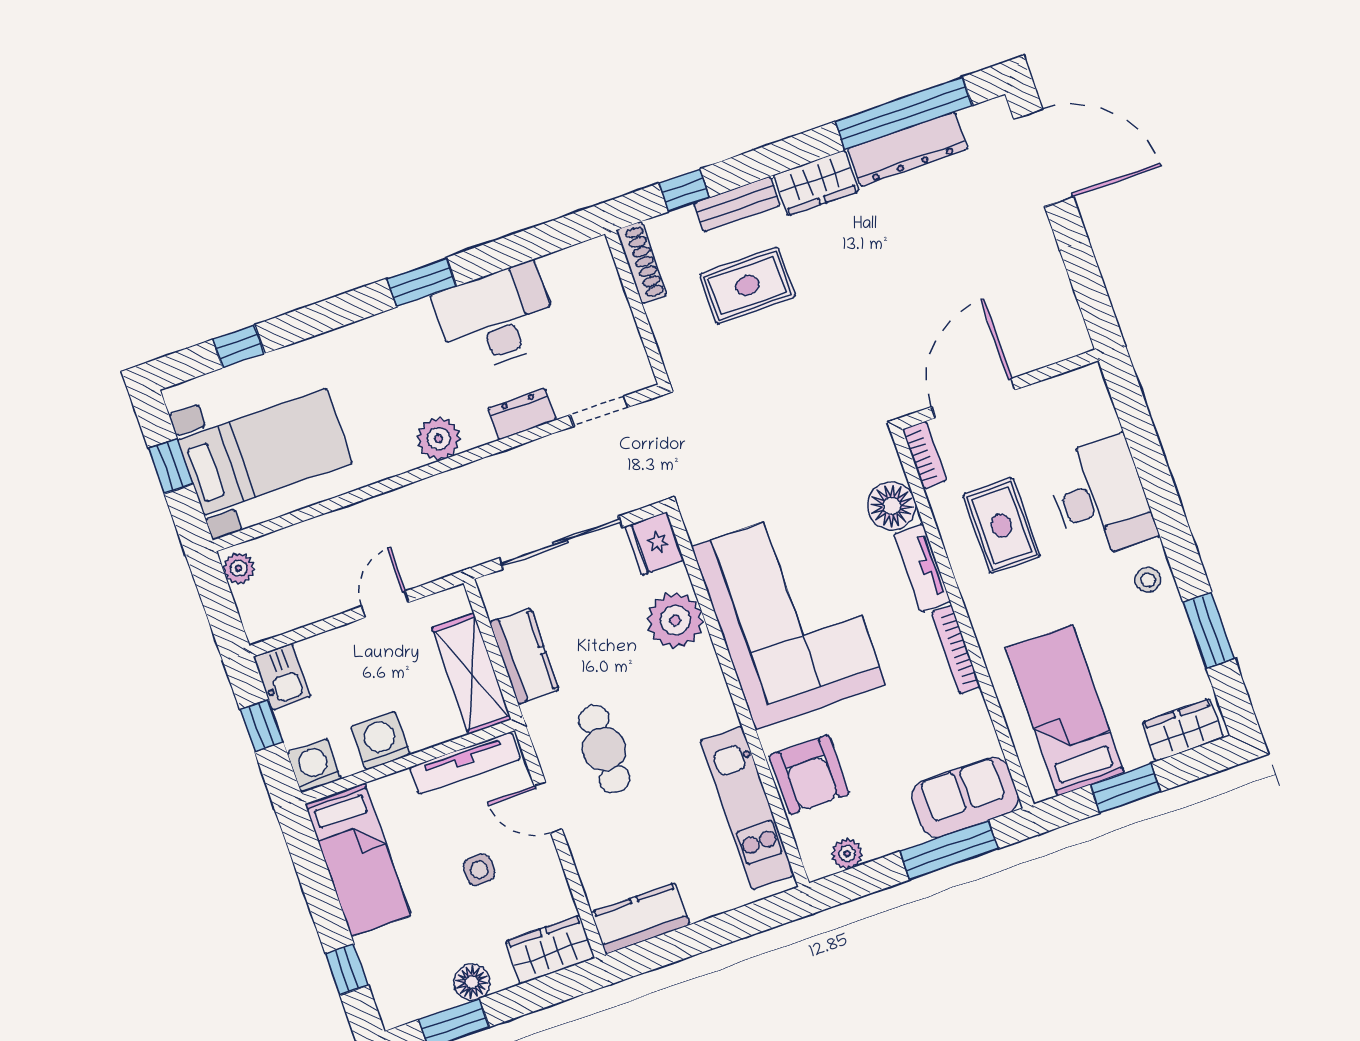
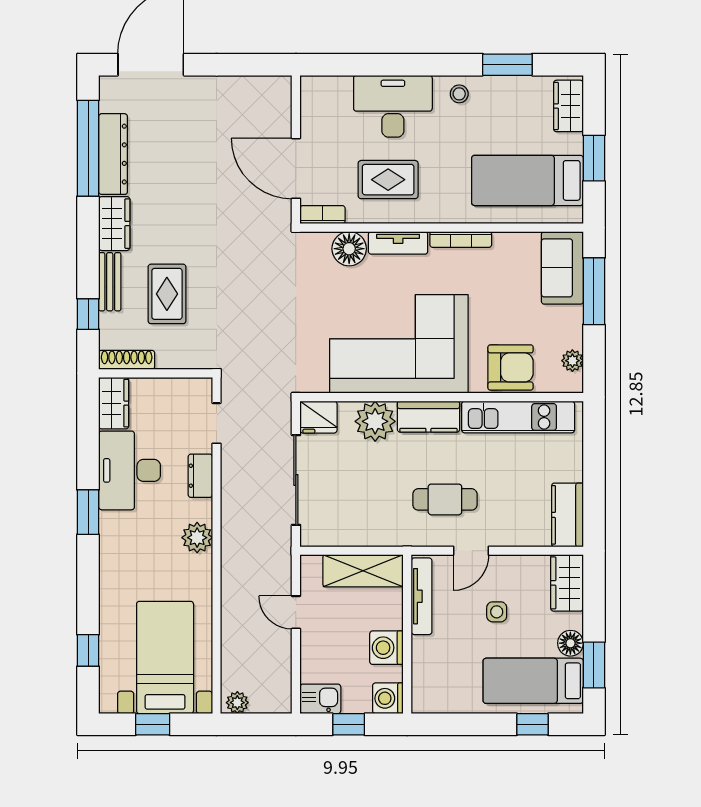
wardrobe: (578, 266) -> (114, 403), added
kitchen counter: (524, 656) -> (428, 417), moved, turned 180
bed: (358, 860) -> (533, 681), moved, turned 180

